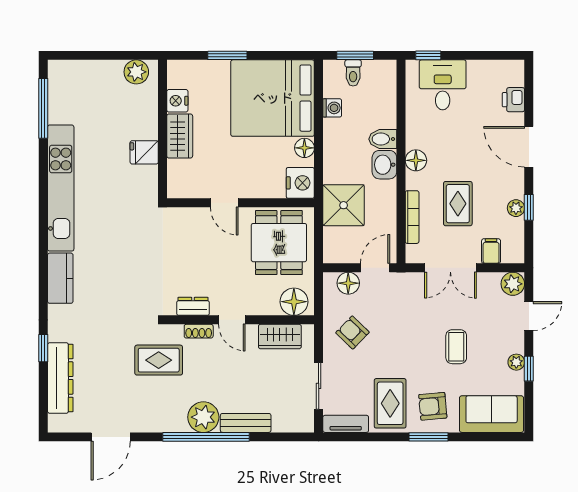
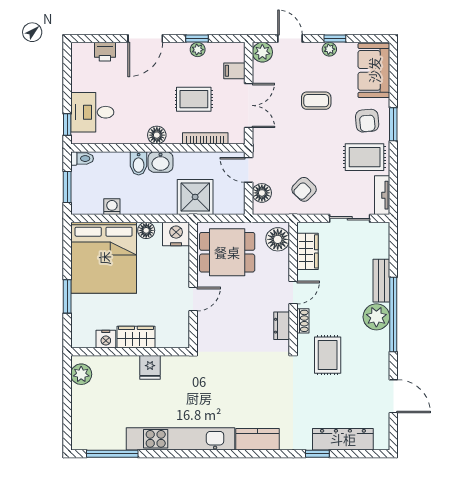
toilet: (353, 73) -> (82, 159), moved

